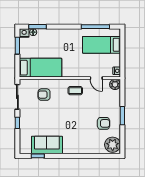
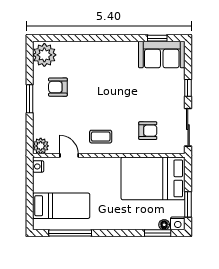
bed: (41, 68) -> (153, 178), width x1.50
sofa: (47, 145) -> (162, 55), moved

